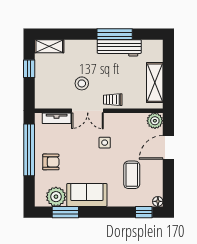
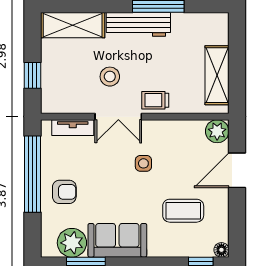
shelving: (49, 46) -> (73, 25), width x1.50, depth x1.33
workbench: (119, 48) -> (138, 24), moved
window: (29, 69) -> (32, 75), moved
coffee table: (132, 175) -> (183, 211), turned 90

